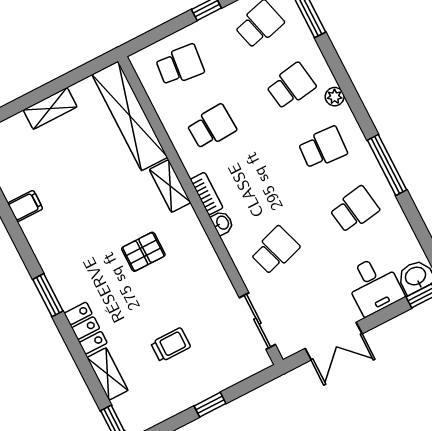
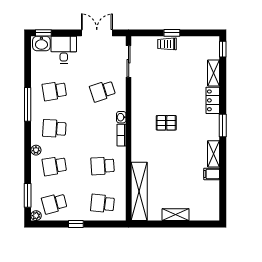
shelving: (170, 186) -> (214, 154), moved
trolley: (171, 345) -> (167, 44), moved

